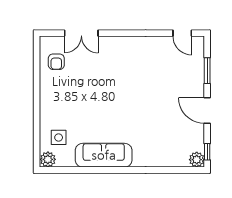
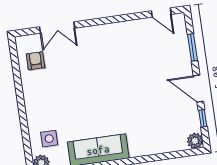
armchair: (56, 62) -> (36, 61), turned 180
window: (207, 152) -> (203, 118), moved

